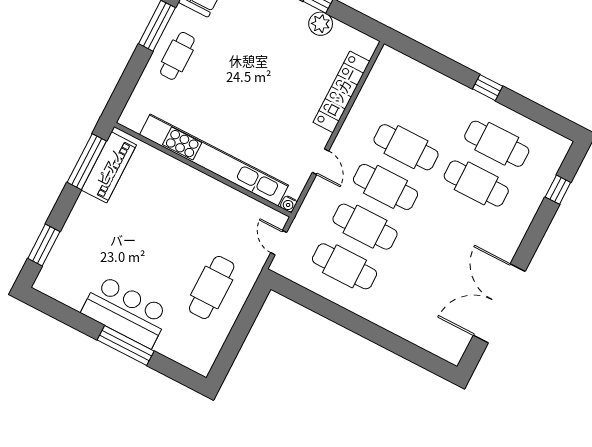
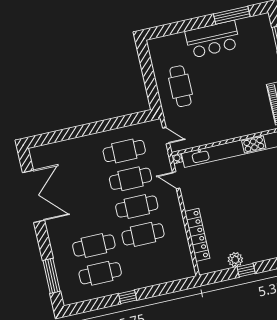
door: (320, 162) -> (176, 180), moved
window: (558, 190) -> (51, 276), width x2.17
window: (126, 345) -> (232, 15), moved

